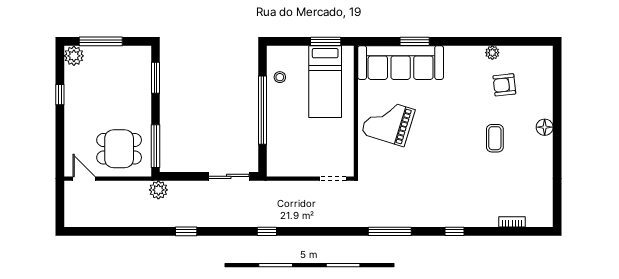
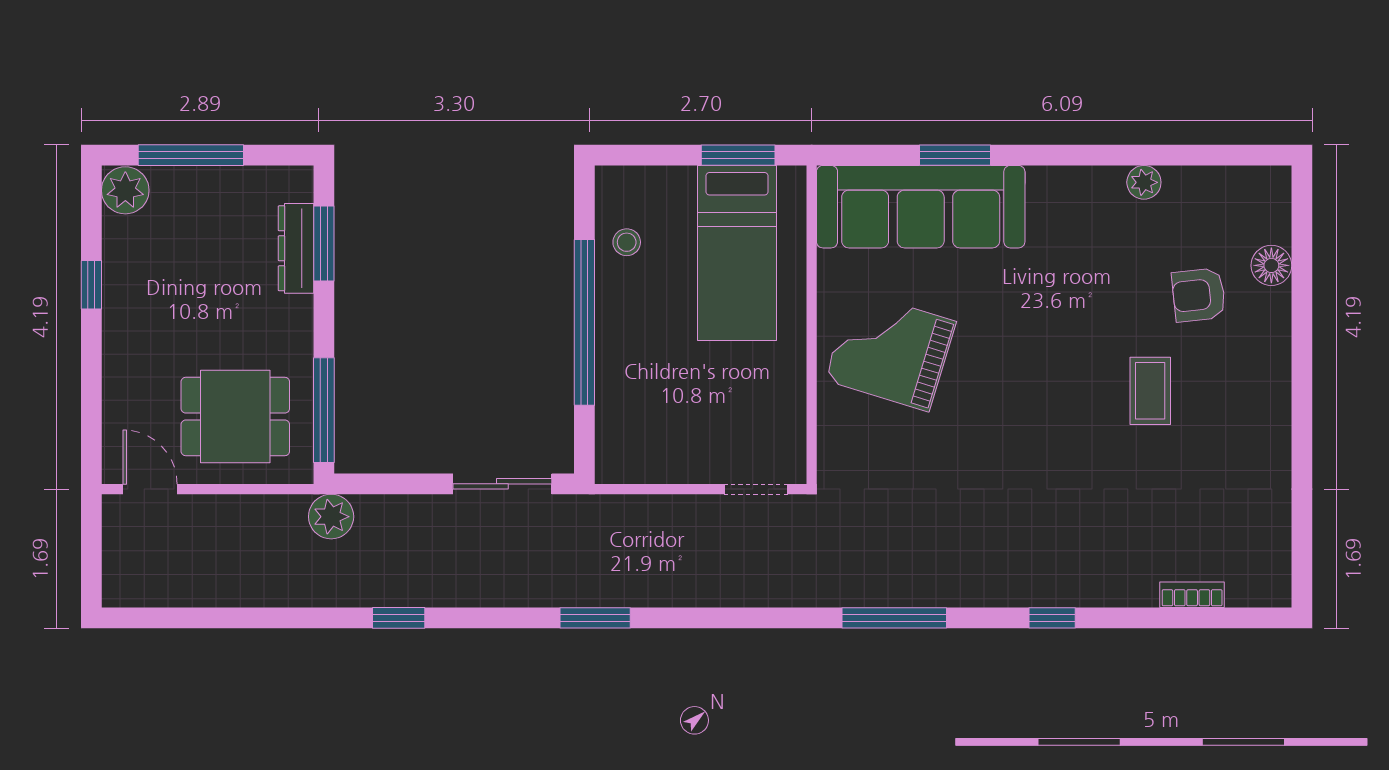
dresser: (144, 80) -> (296, 248), added
armchair: (504, 85) -> (1199, 295), moved
floor lamp: (545, 127) -> (1271, 265), moved
window: (267, 231) -> (595, 618), width x1.50

